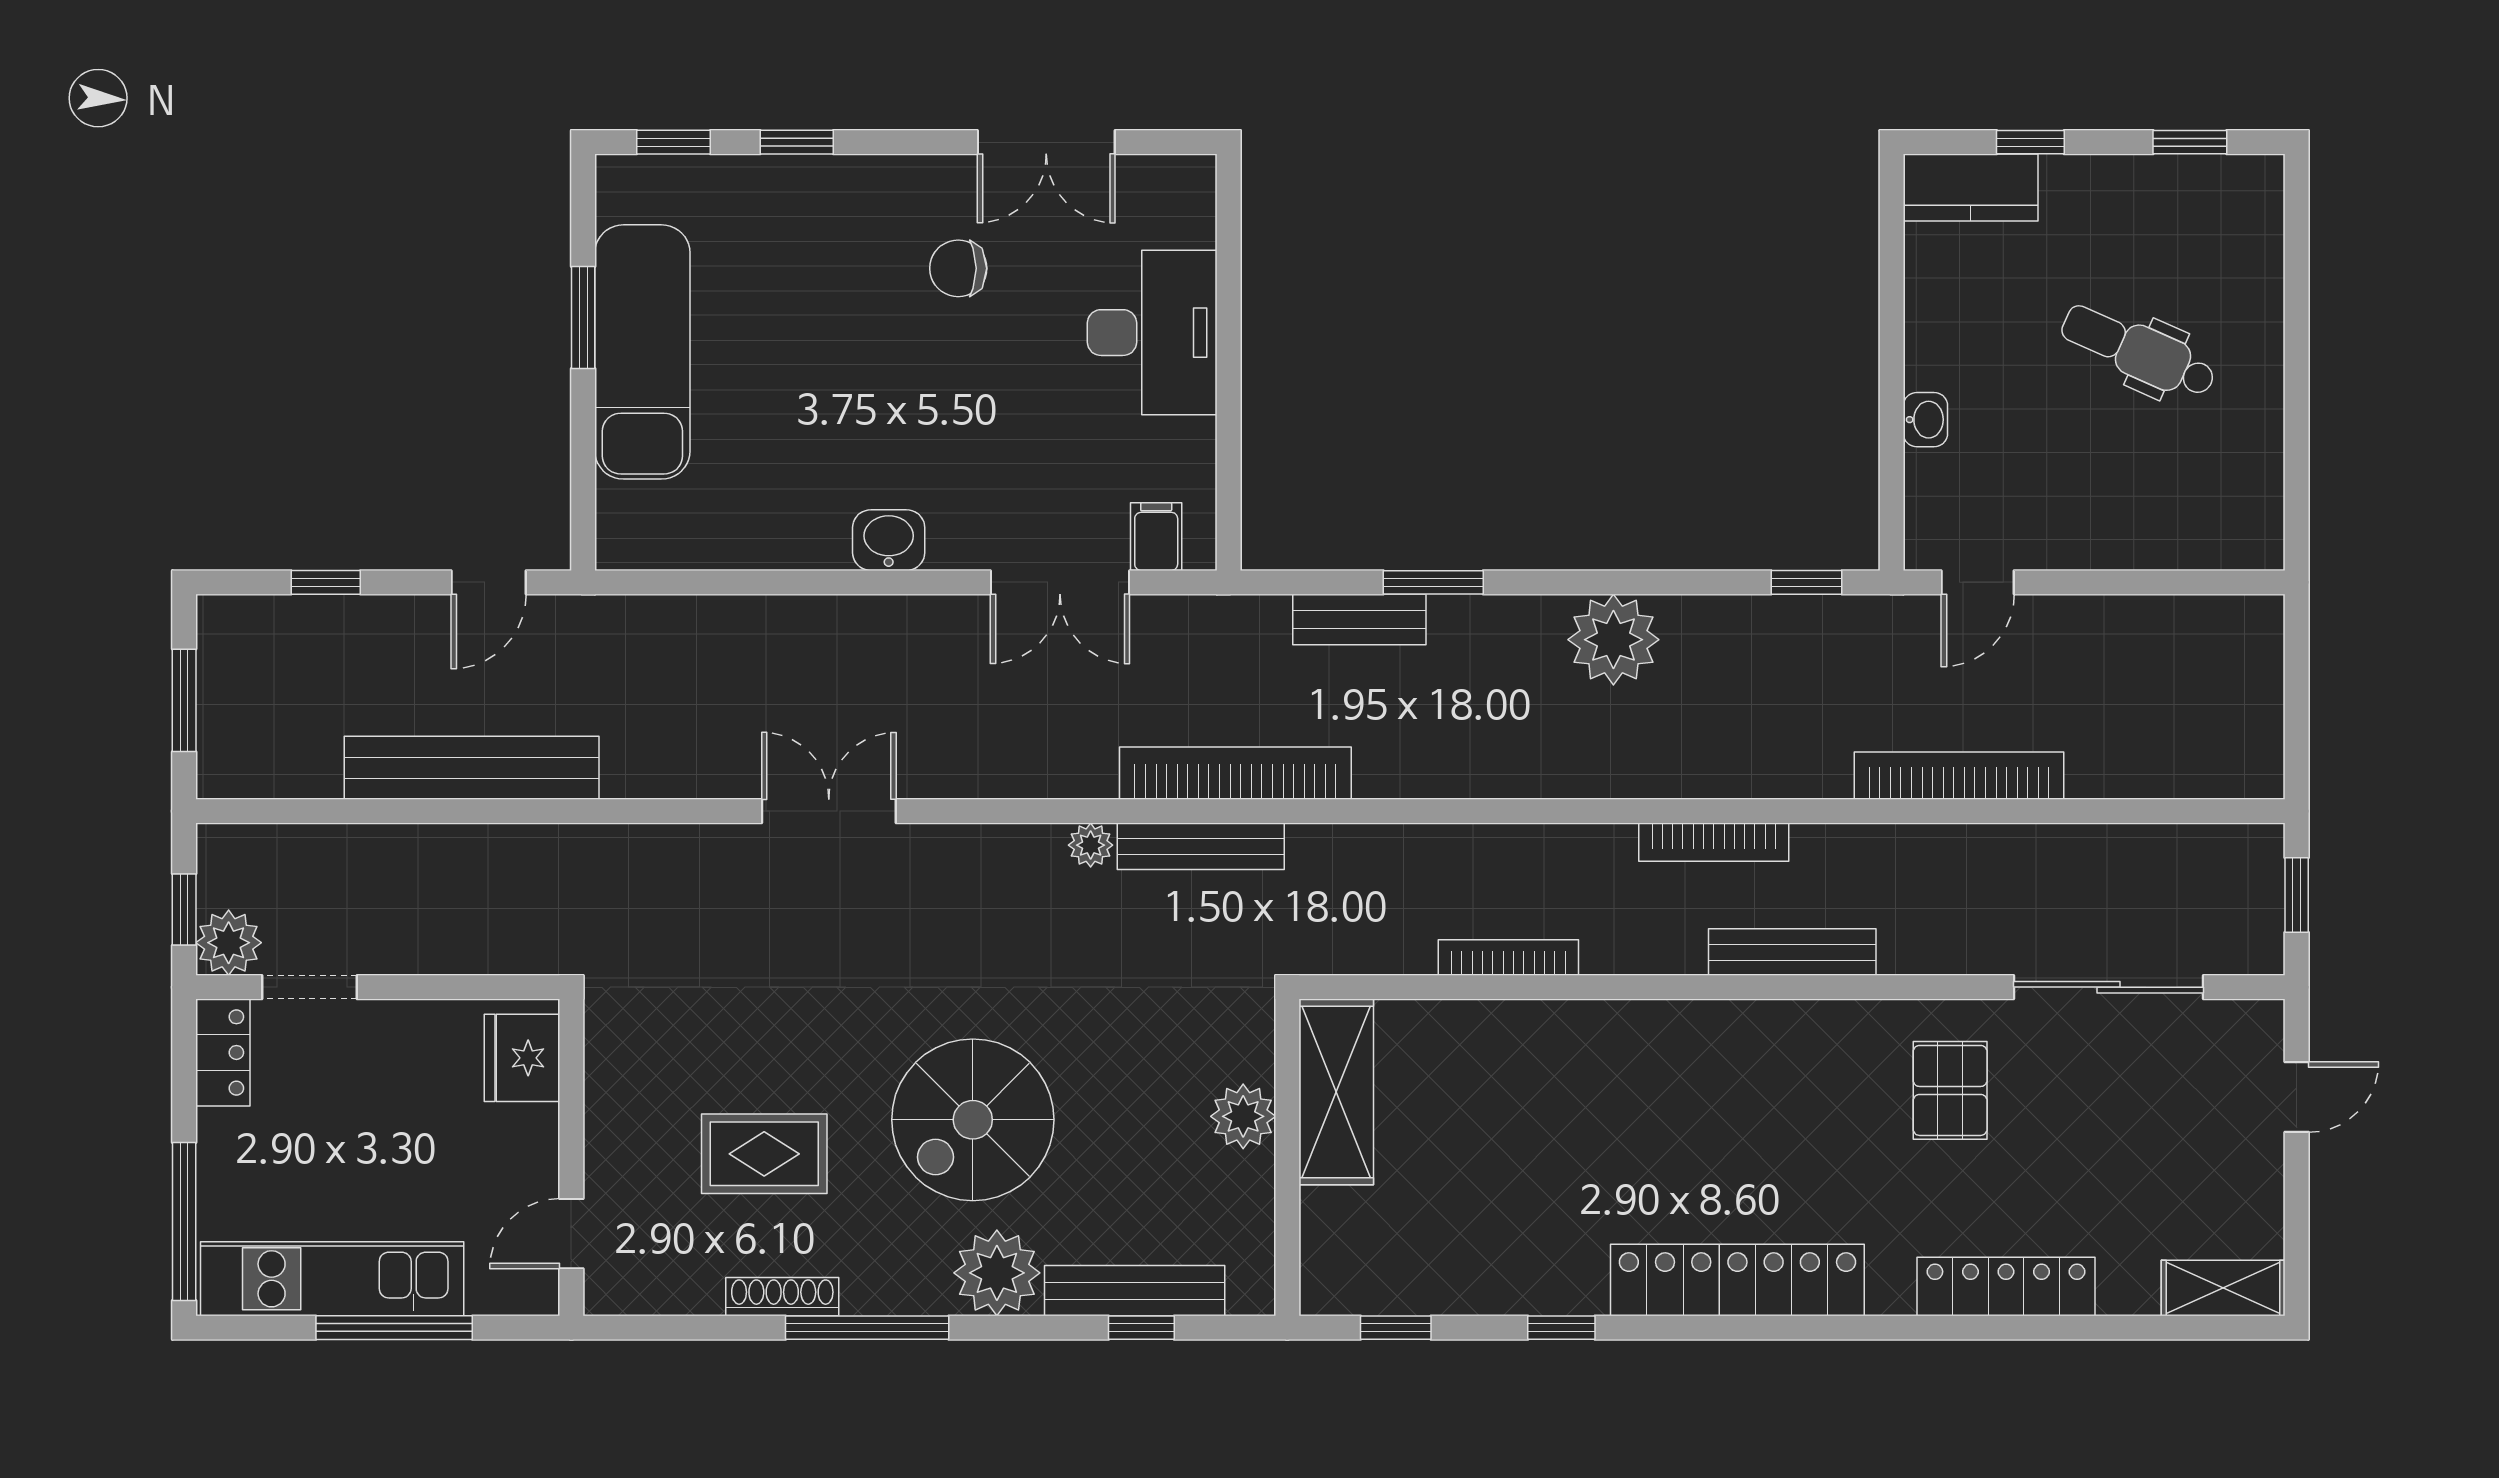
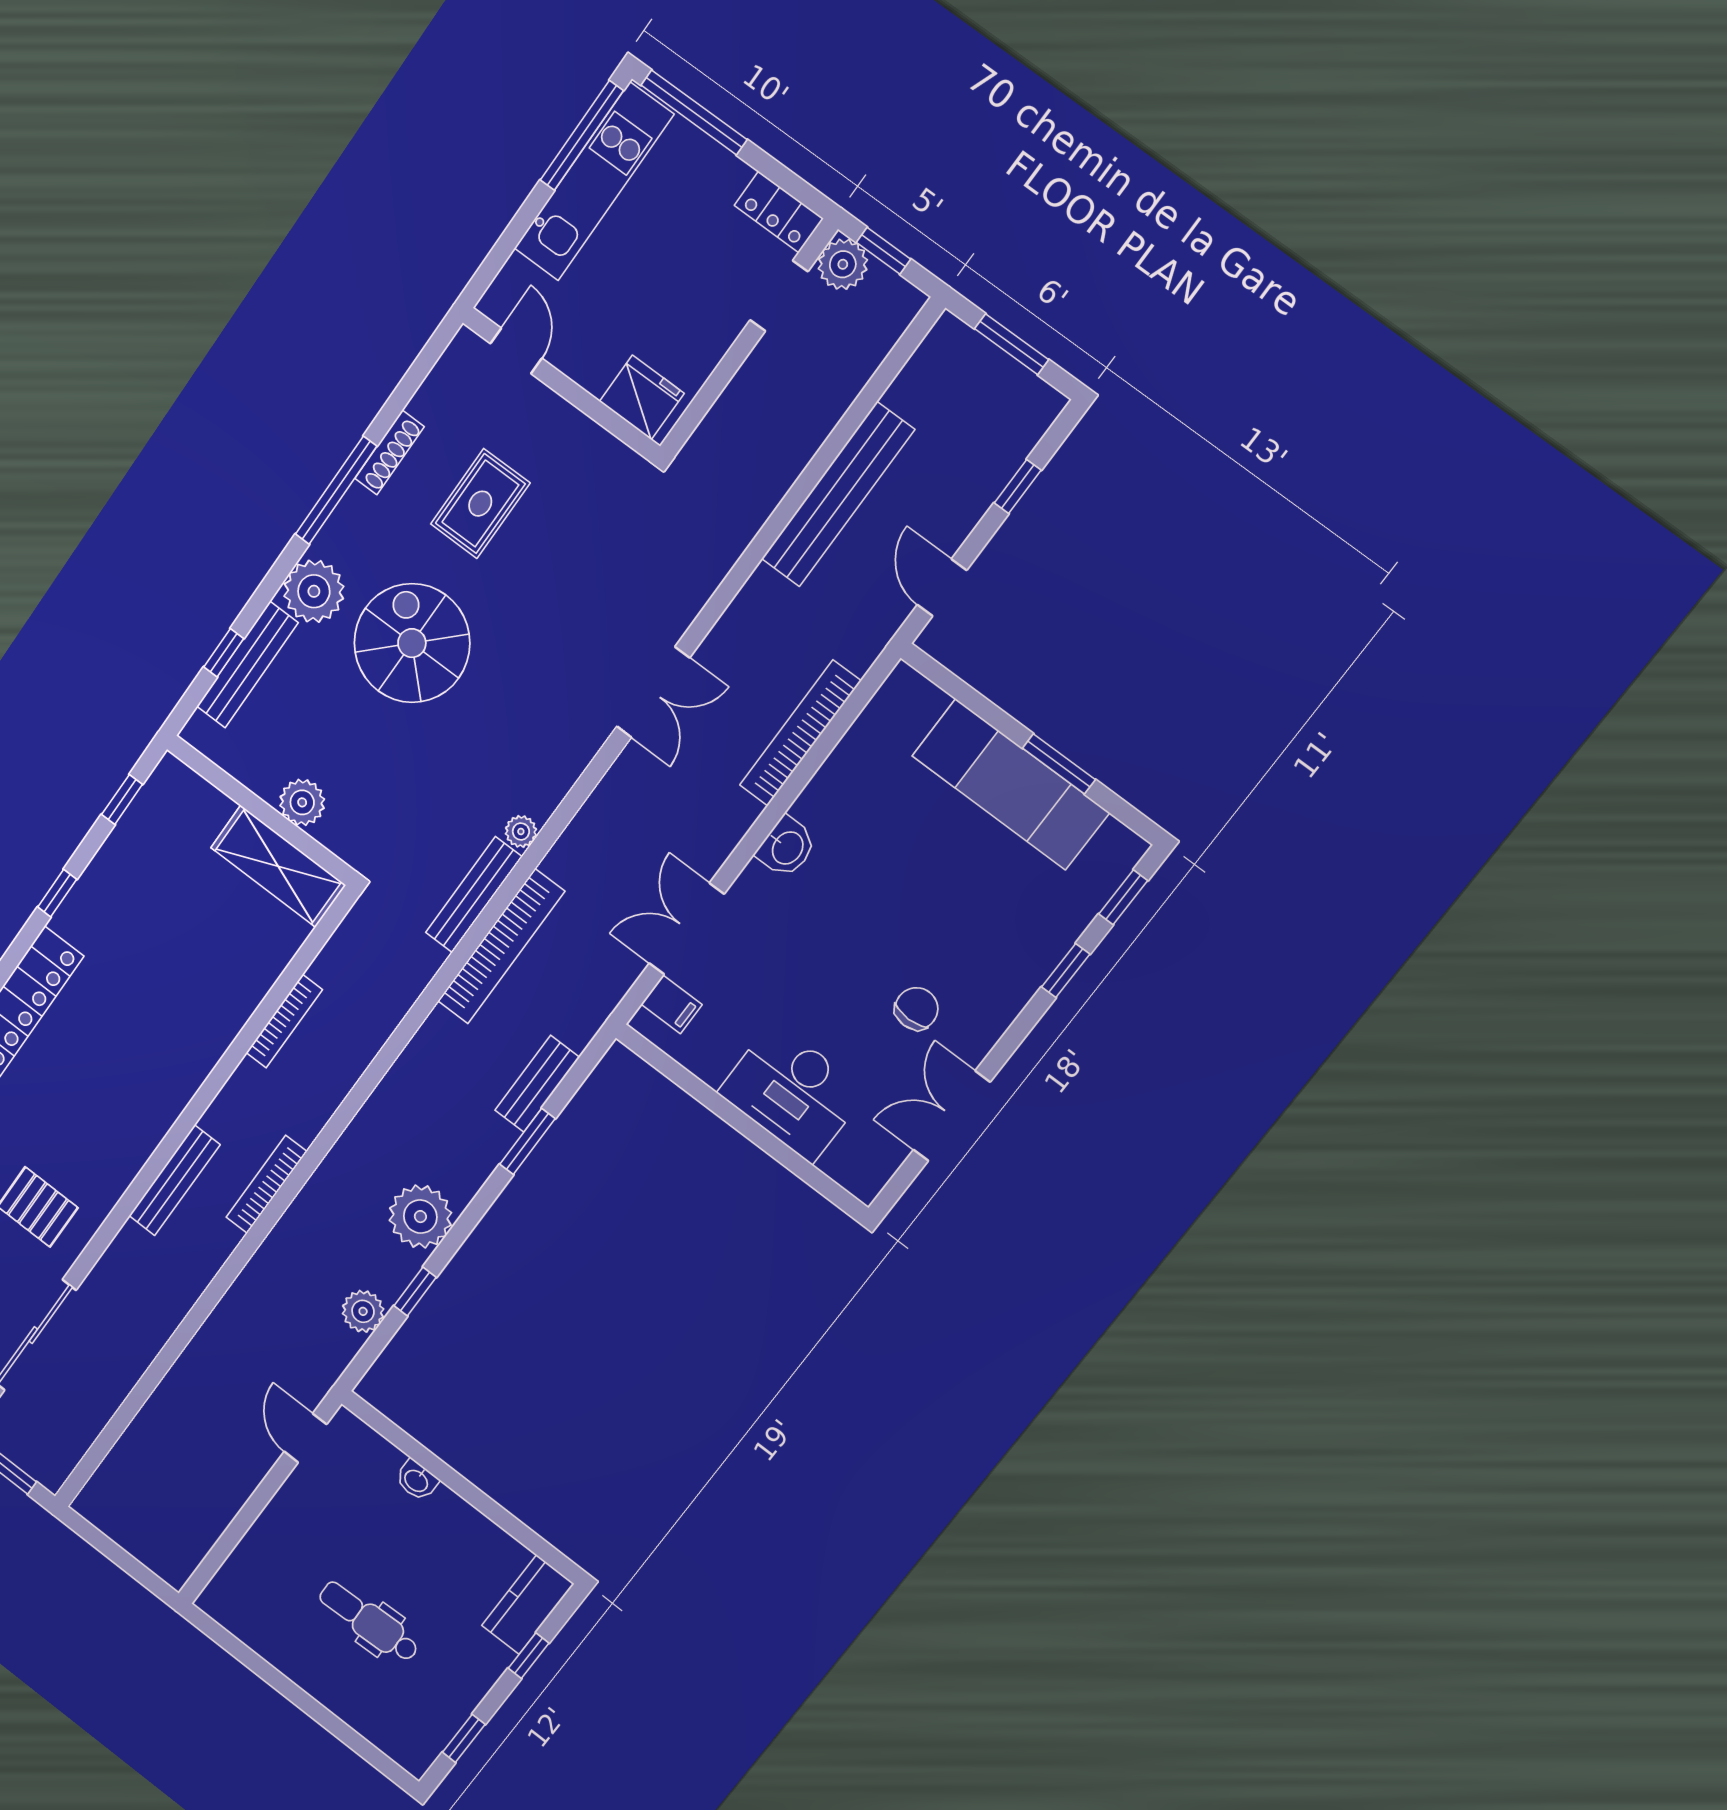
dental chair: (2138, 351) -> (369, 1622), turned -116
window: (1807, 582) -> (415, 1291), moved
plant: (1775, 625) -> (363, 1311), added
bookcase: (1959, 776) -> (800, 733), moved, turned 180
window: (394, 1328) -> (582, 136), moved

